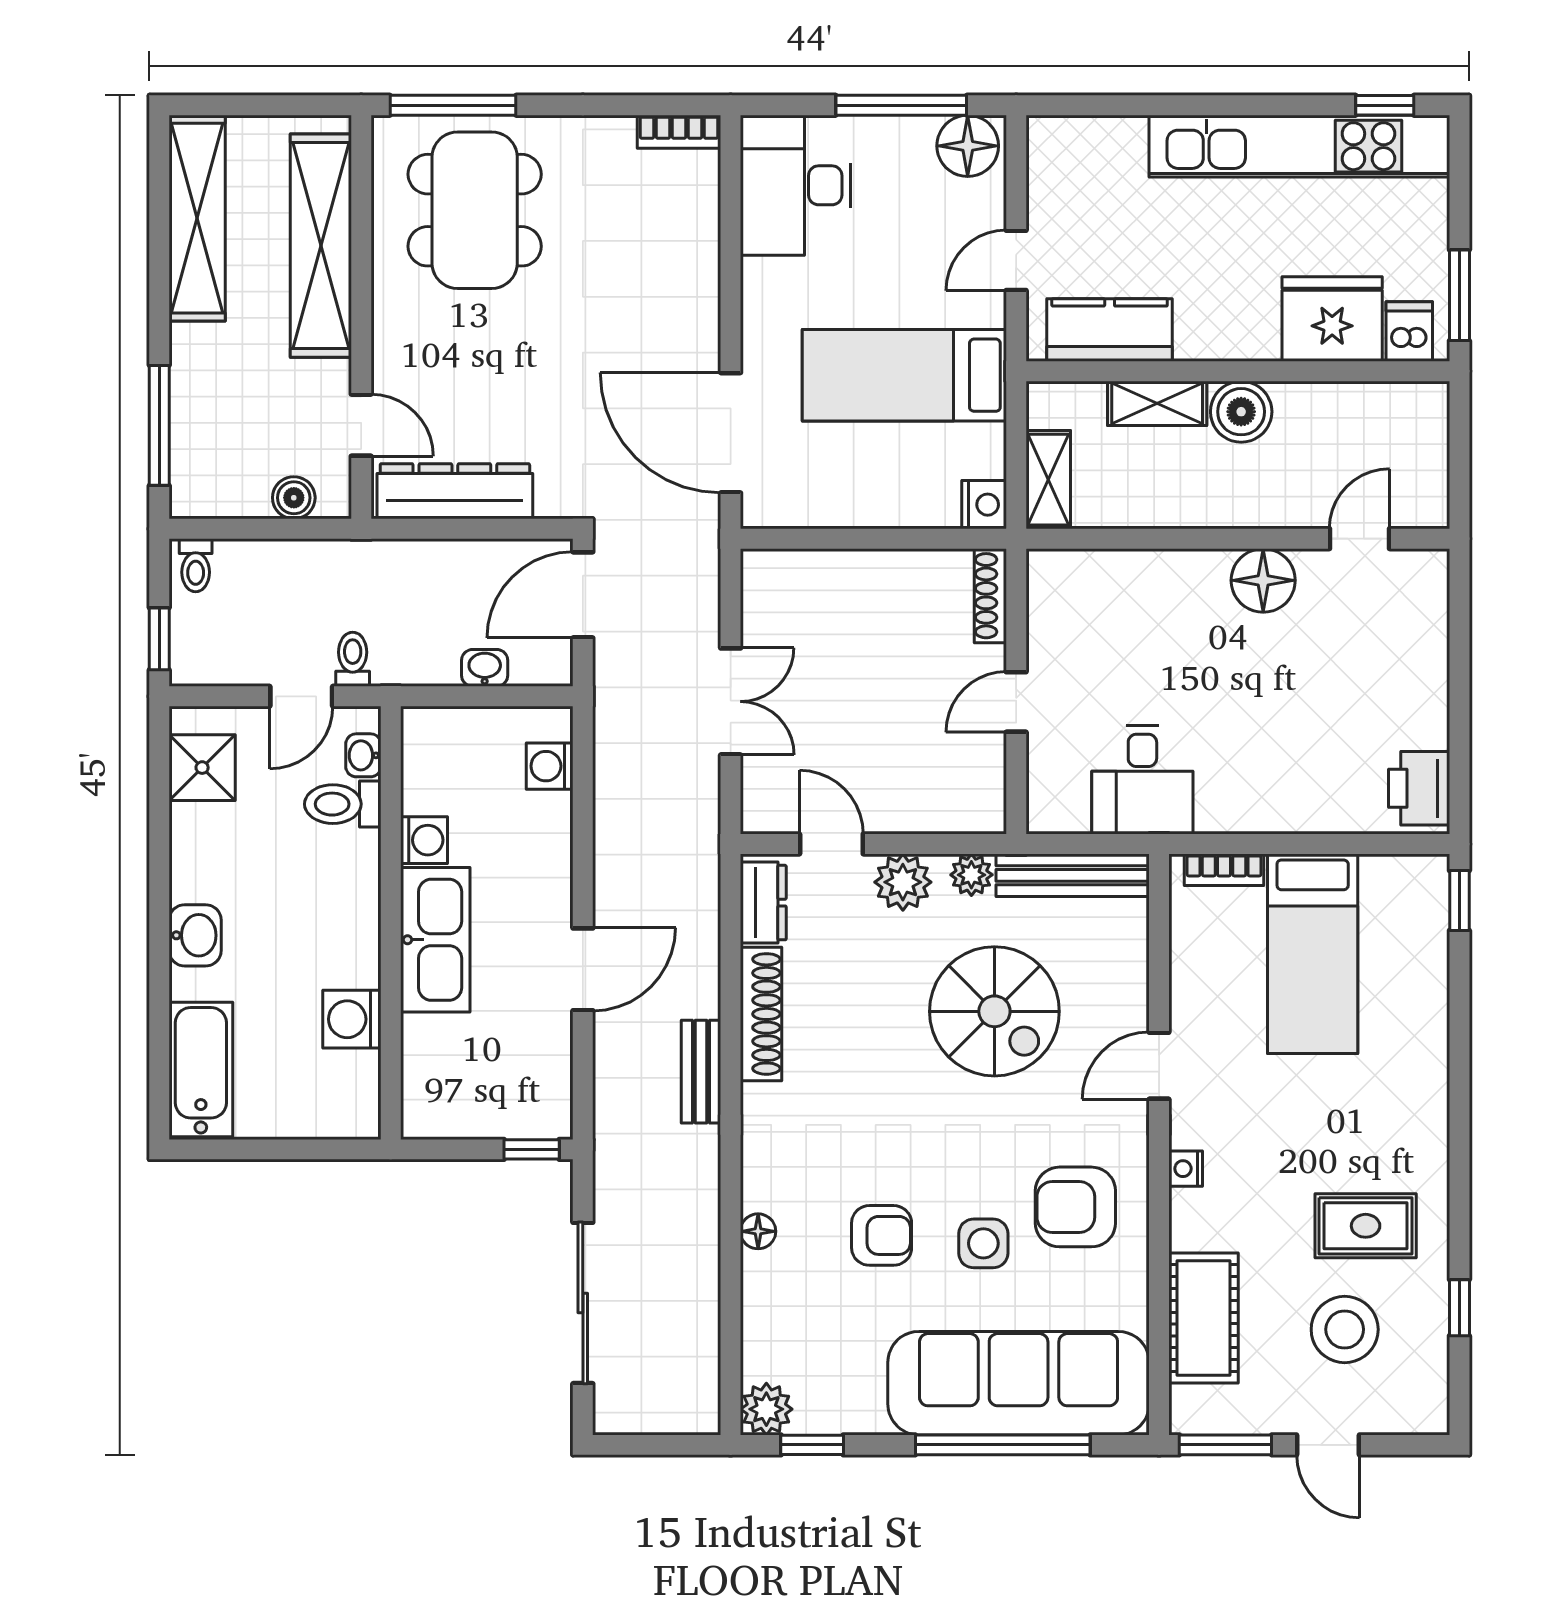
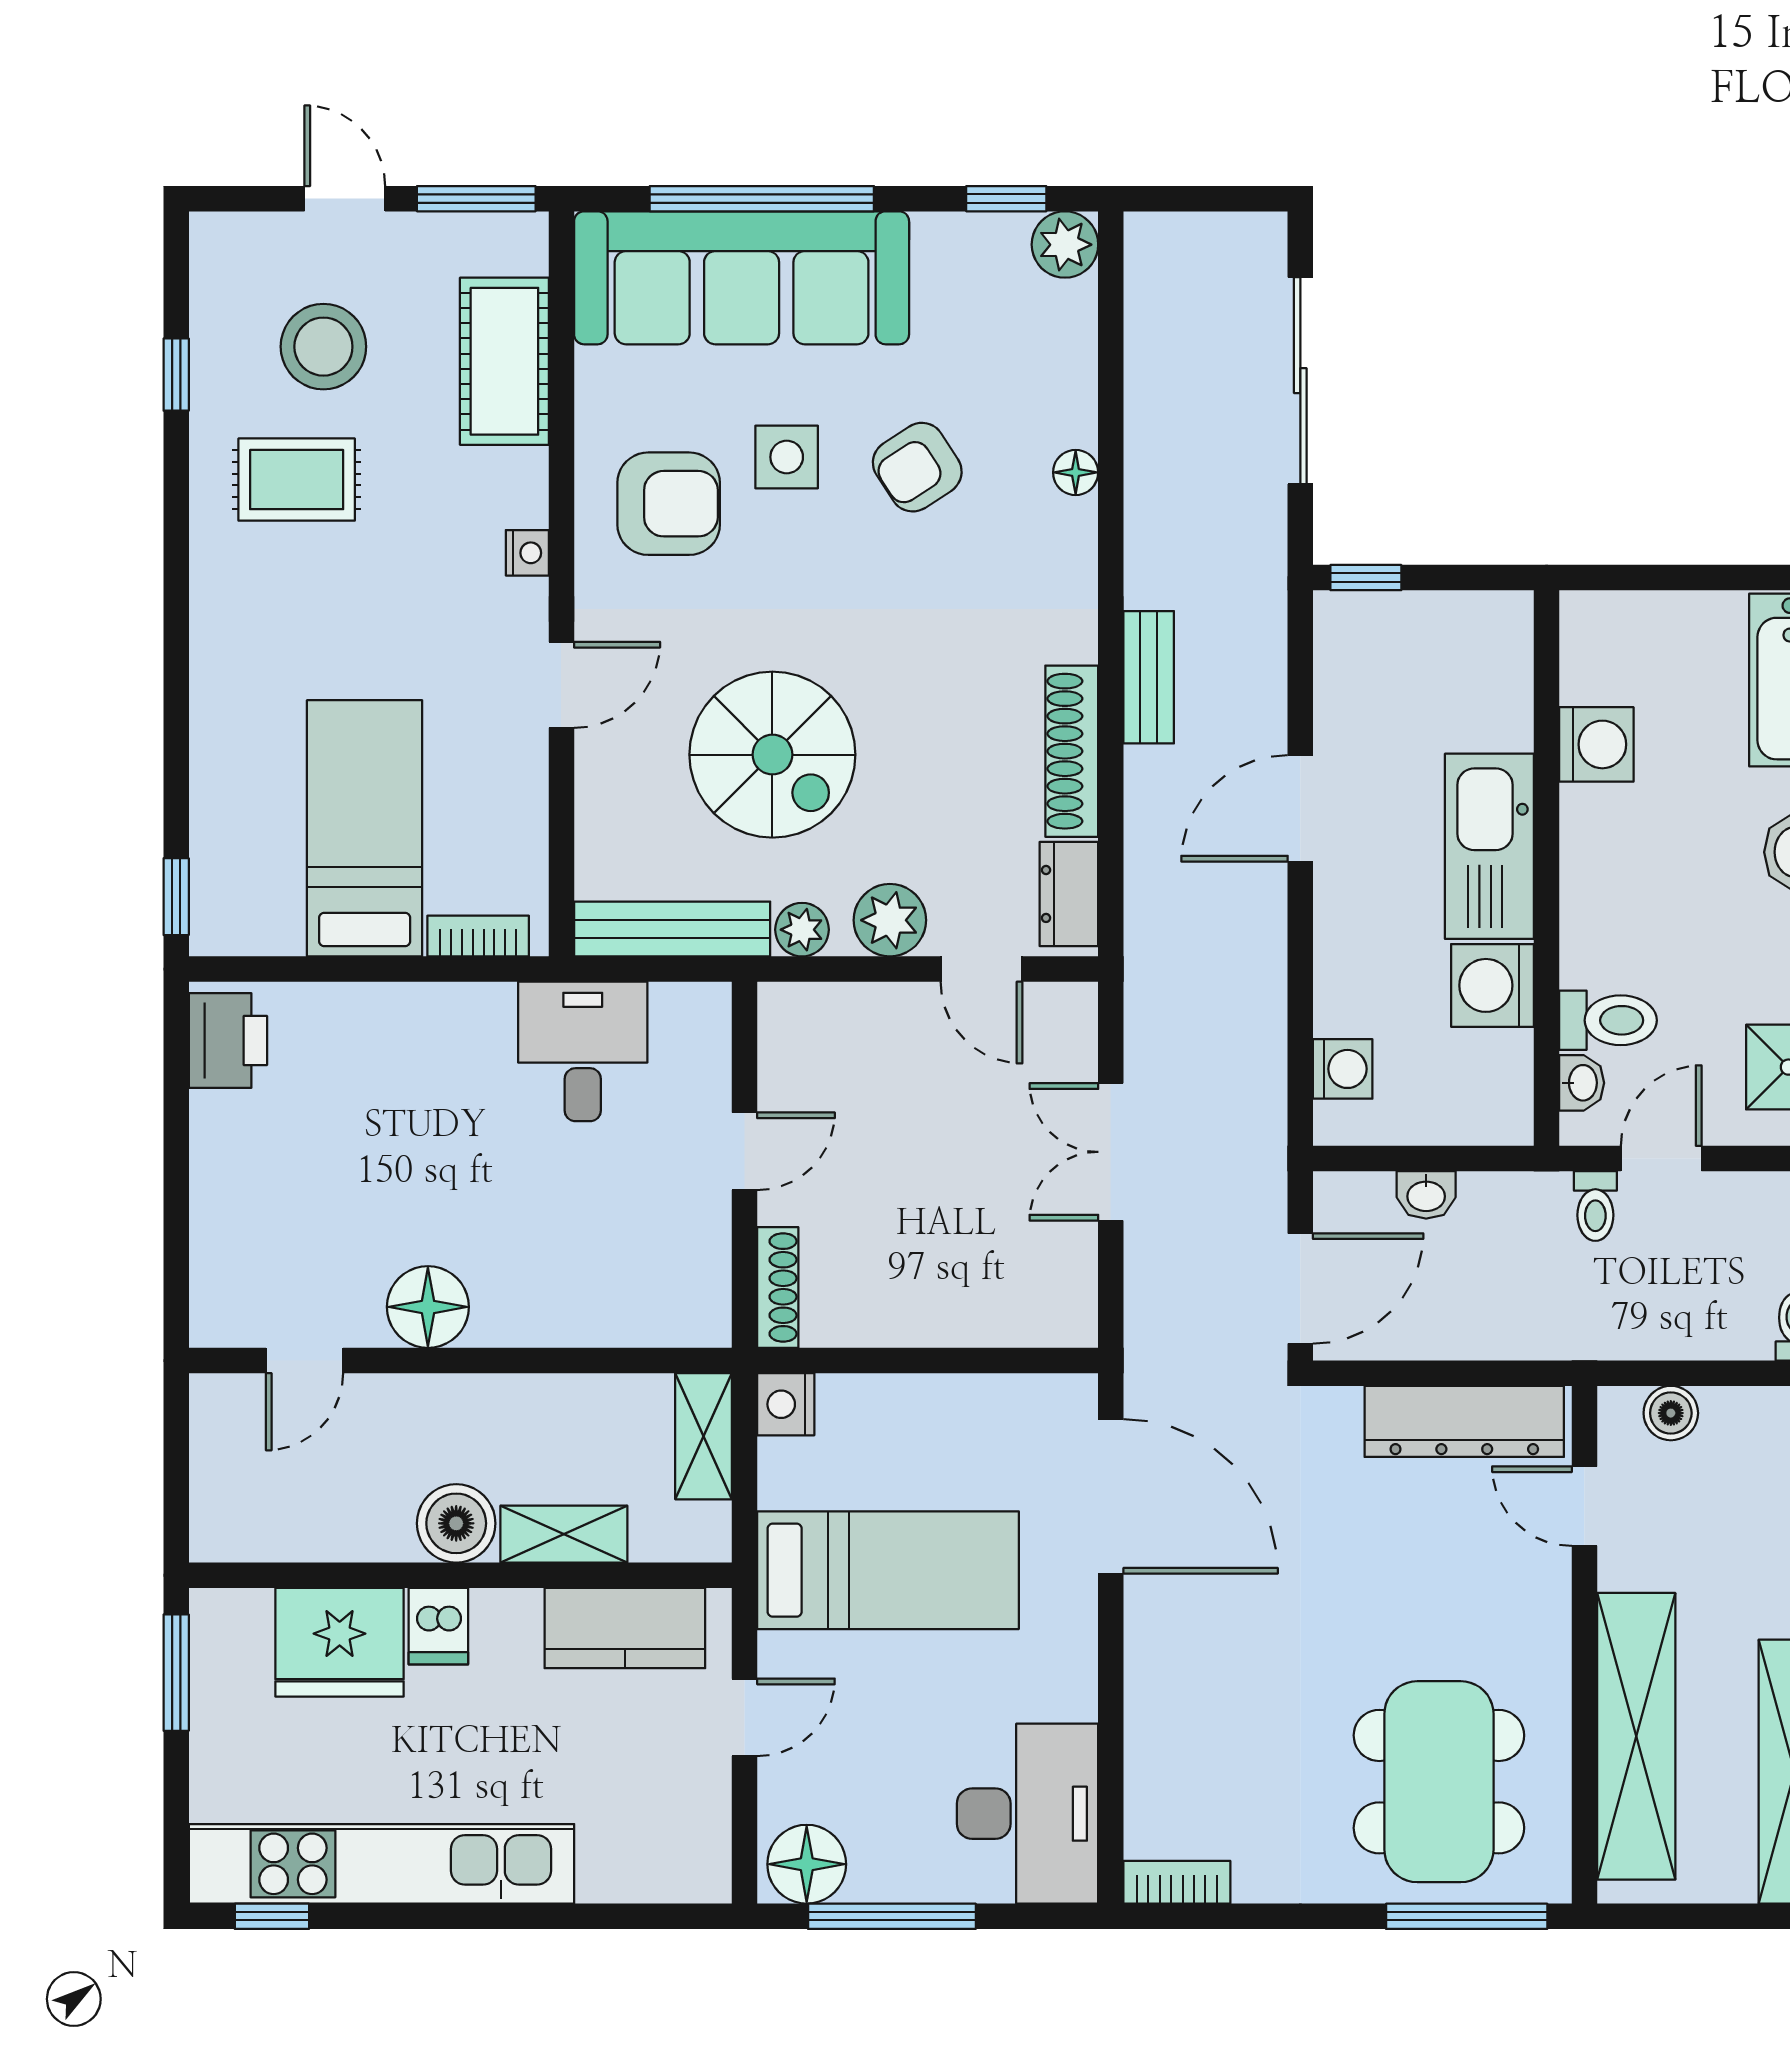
dishwasher: (1409, 332) -> (438, 1626), moved
washing machine: (424, 840) -> (1493, 985), width x1.38, depth x1.38
spiral stairs: (994, 1011) -> (772, 755), turned 180
armchair: (882, 1235) -> (917, 467), turned -33

